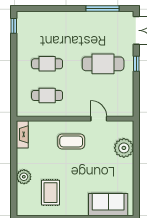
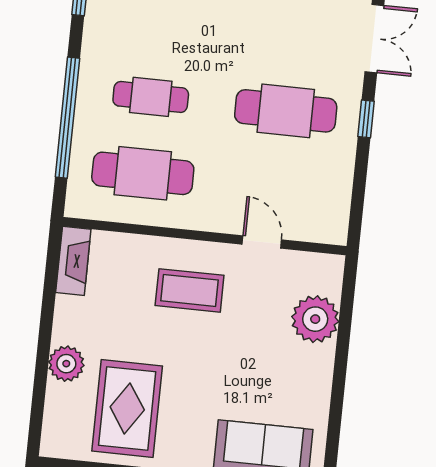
window: (14, 76) -> (67, 118), added
cafe table: (47, 95) -> (143, 173), width x1.37, depth x1.35
rug: (51, 193) -> (127, 408), width x1.36, depth x1.43

